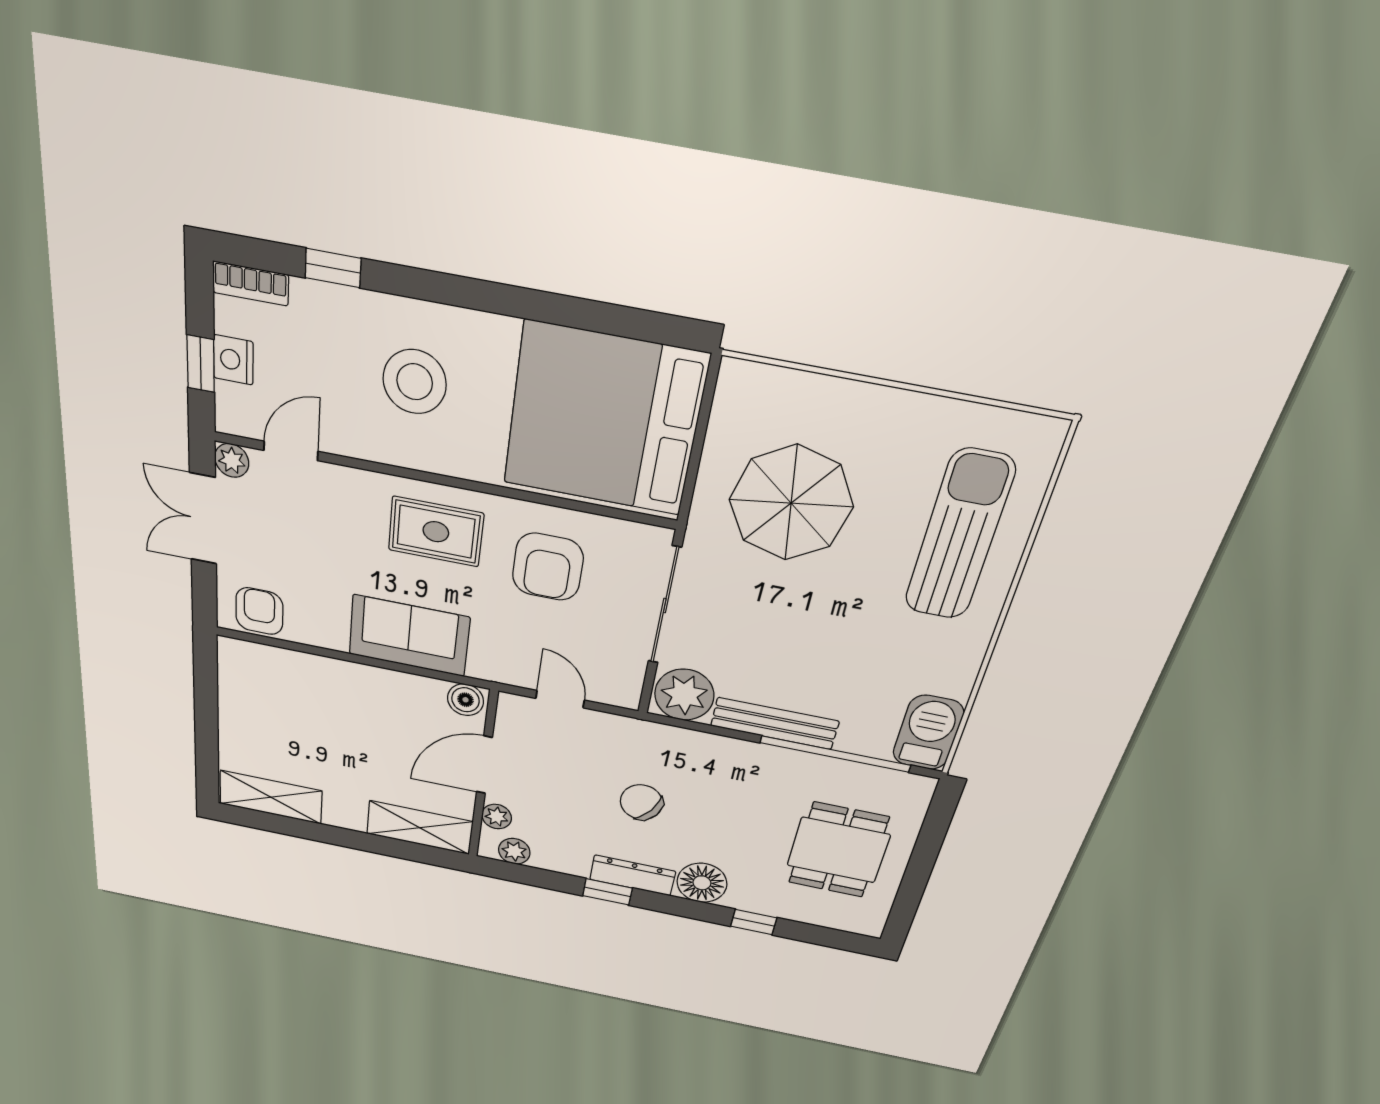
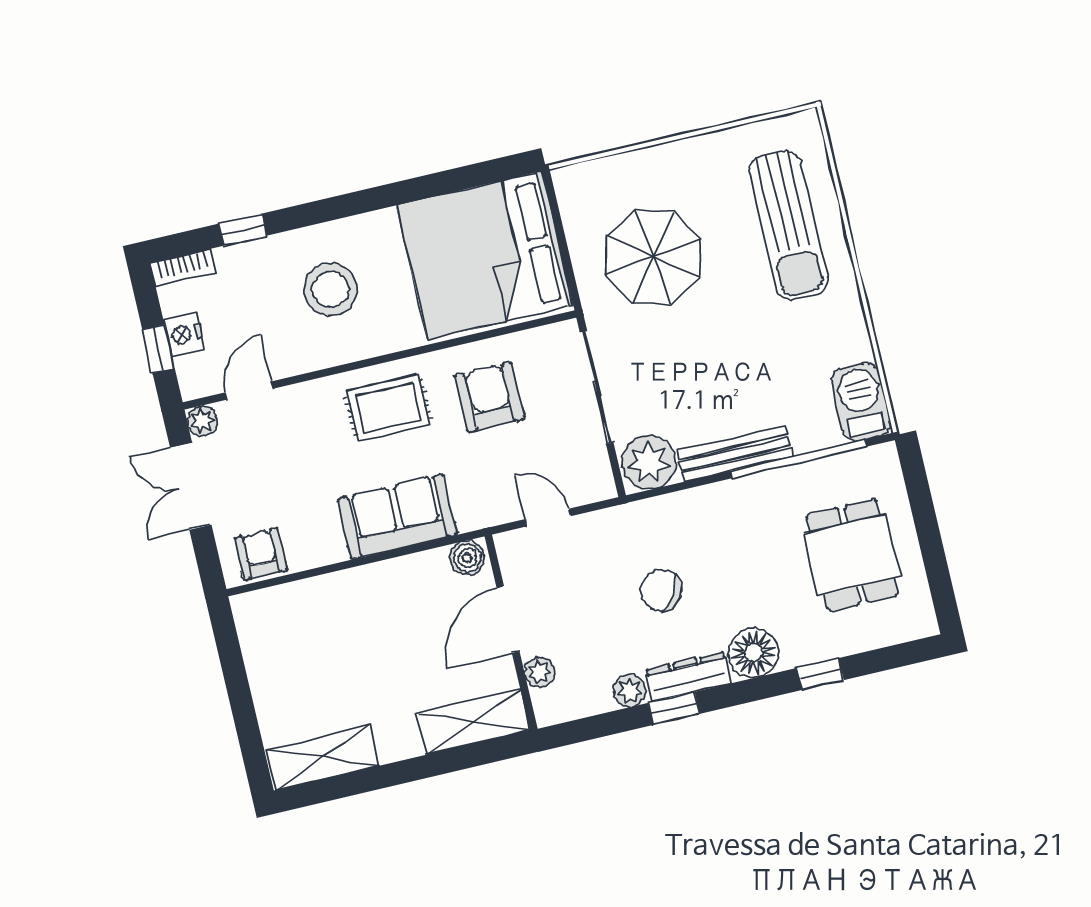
sun lounger: (959, 536) -> (789, 226), turned 180
armchair: (548, 567) -> (490, 397), turned 180
plant: (514, 851) -> (630, 691), moved

